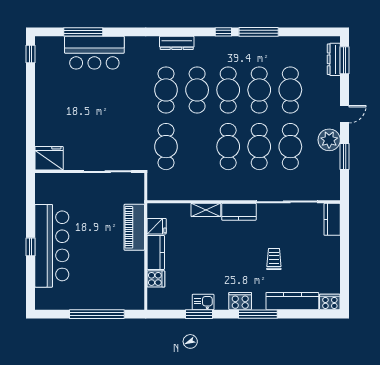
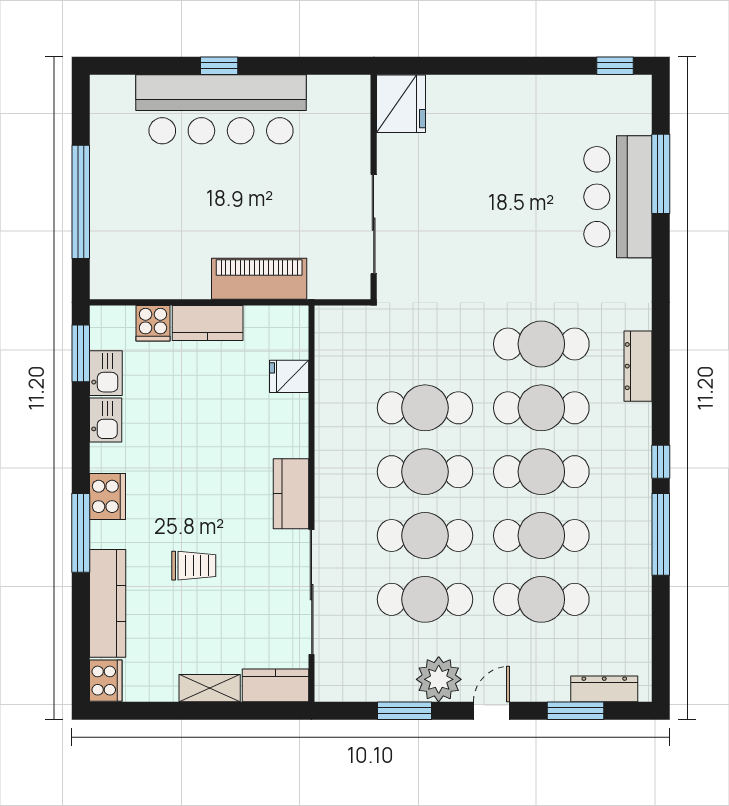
window: (345, 60) -> (575, 711), moved
door: (345, 114) -> (491, 711), swing flipped
cafe table: (166, 147) -> (425, 408), moved
shelving: (206, 210) -> (210, 688), moved, turned 90
fridge: (157, 226) -> (289, 376), moved, turned 90
kitchen sink: (180, 302) -> (106, 373), added
window: (199, 314) -> (81, 353), moved

